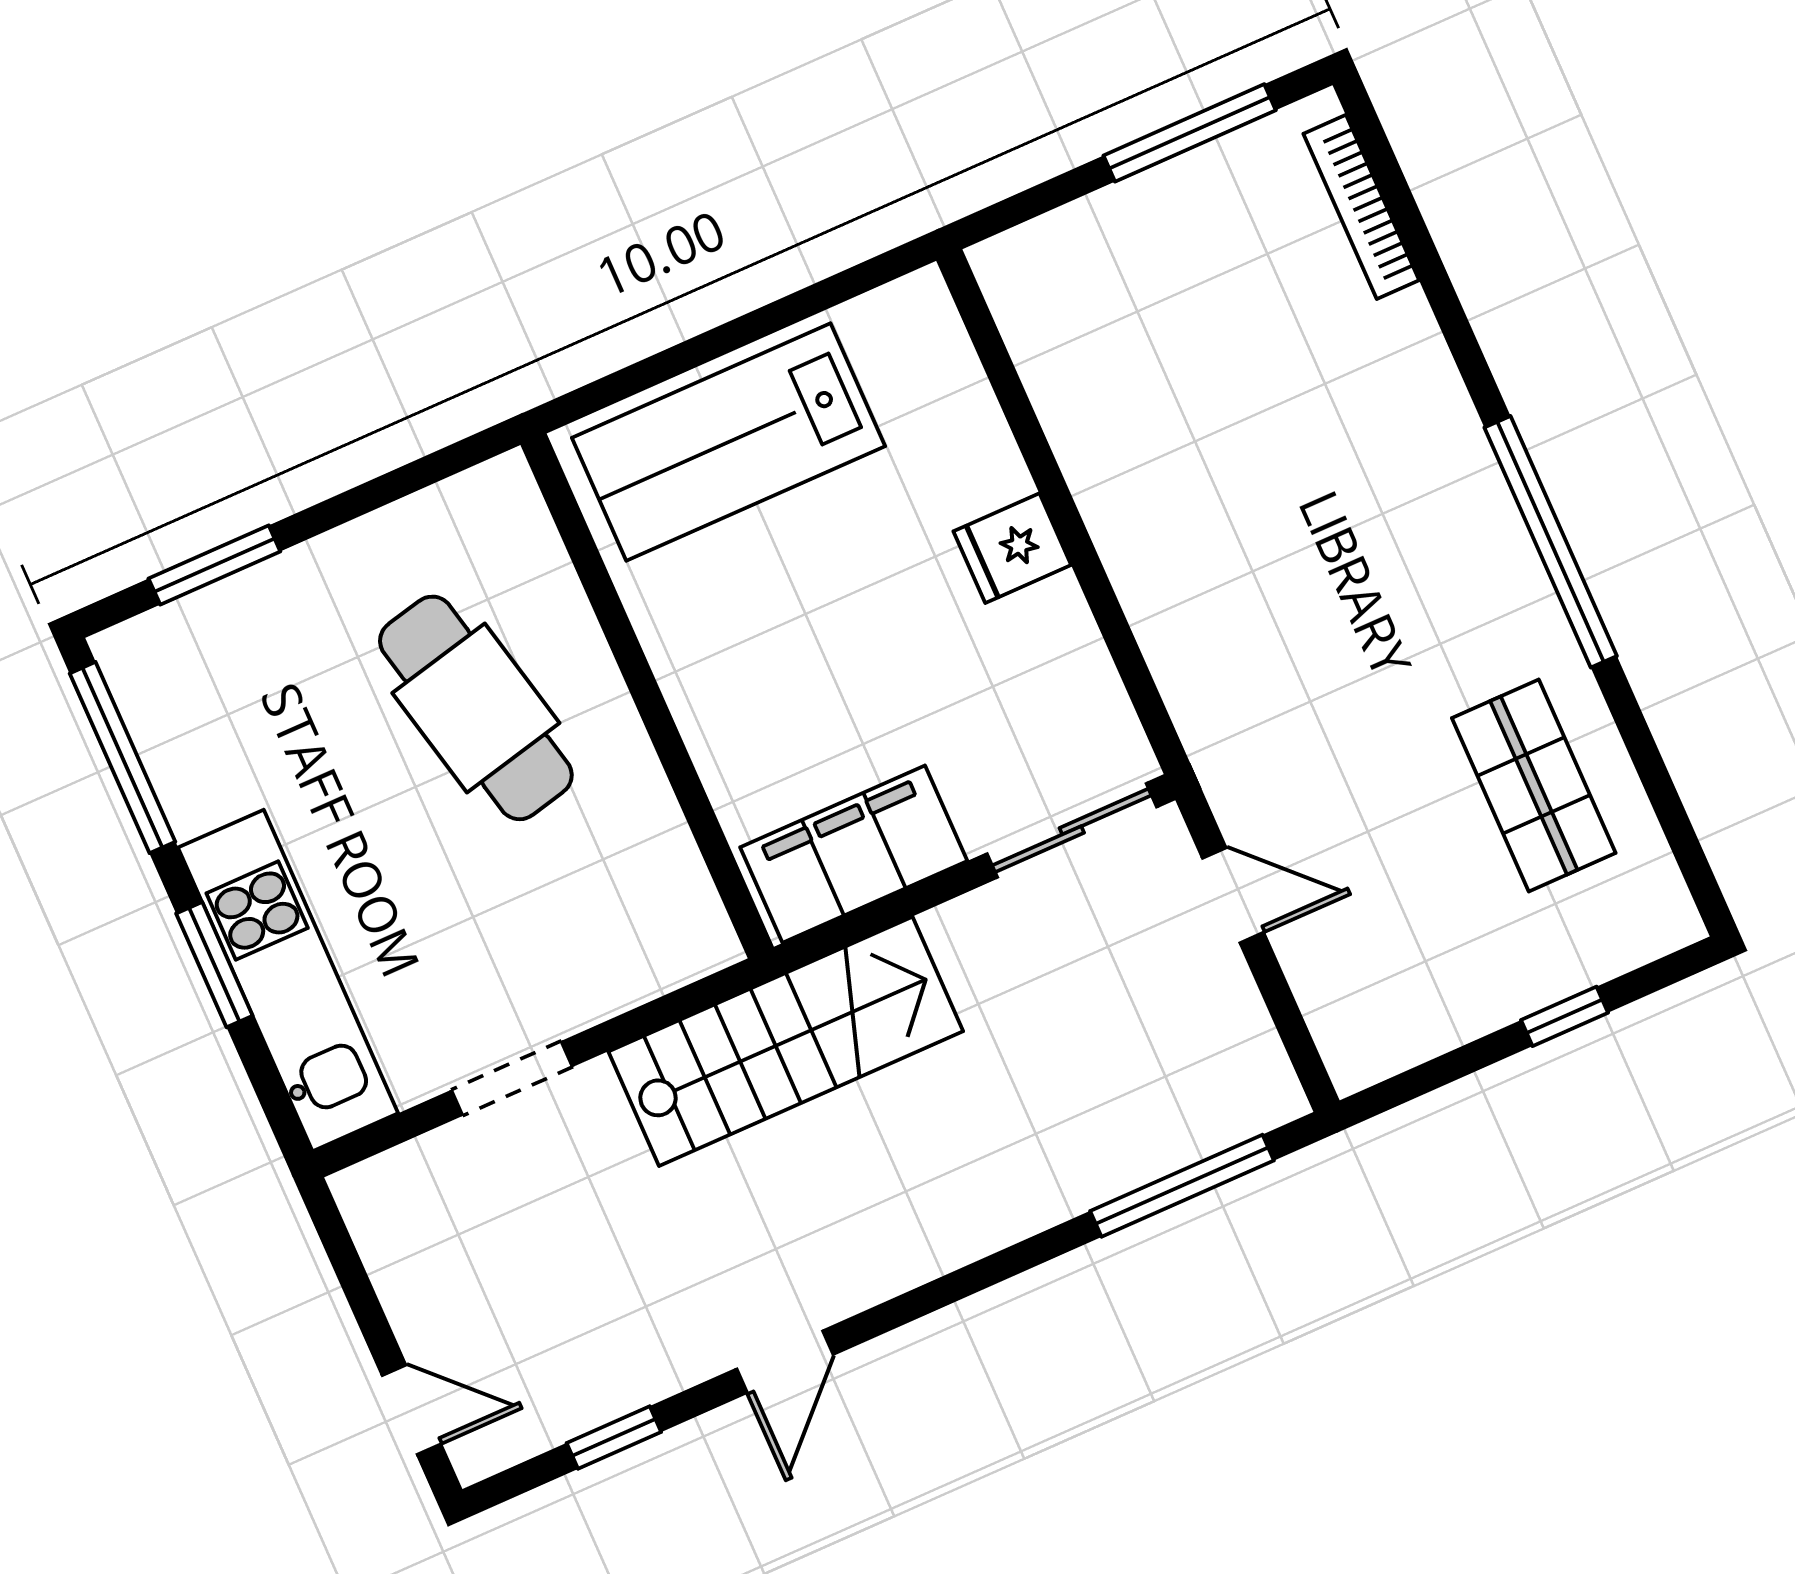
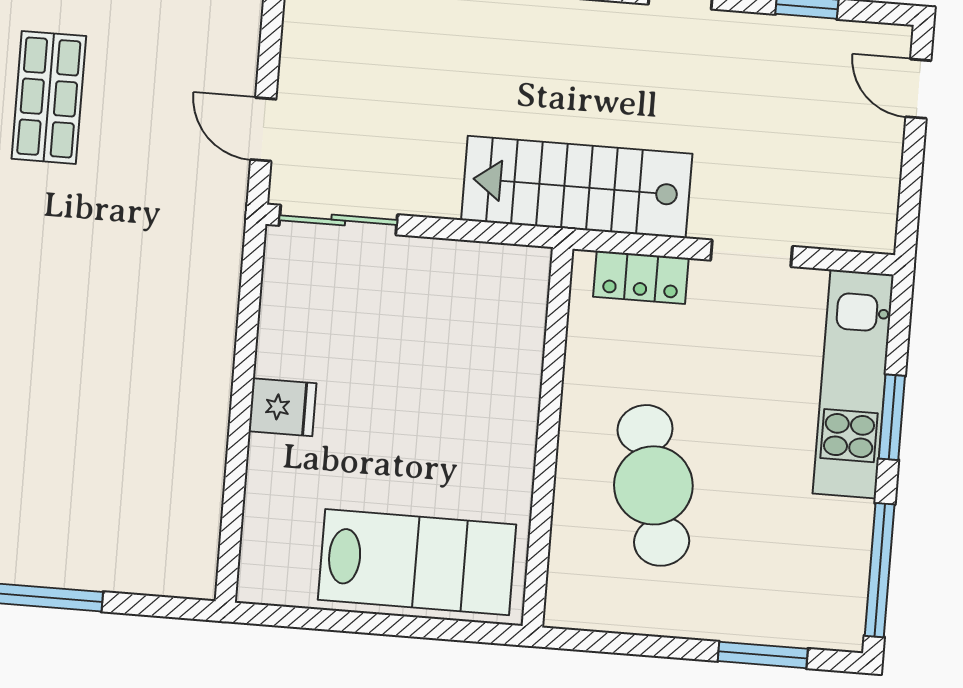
filing cabinet: (854, 854) -> (476, 276), removed
locker: (639, 969) -> (641, 277), added

